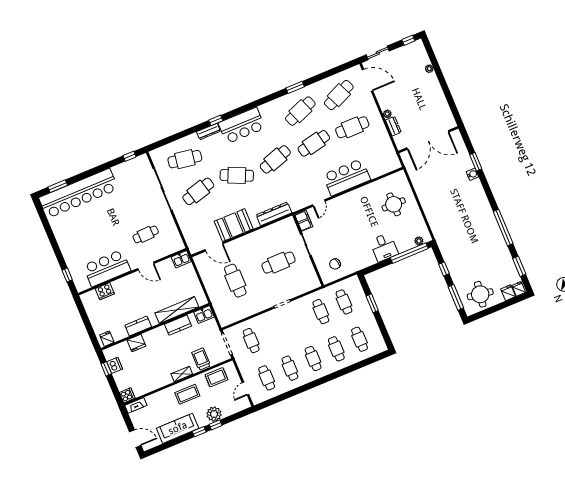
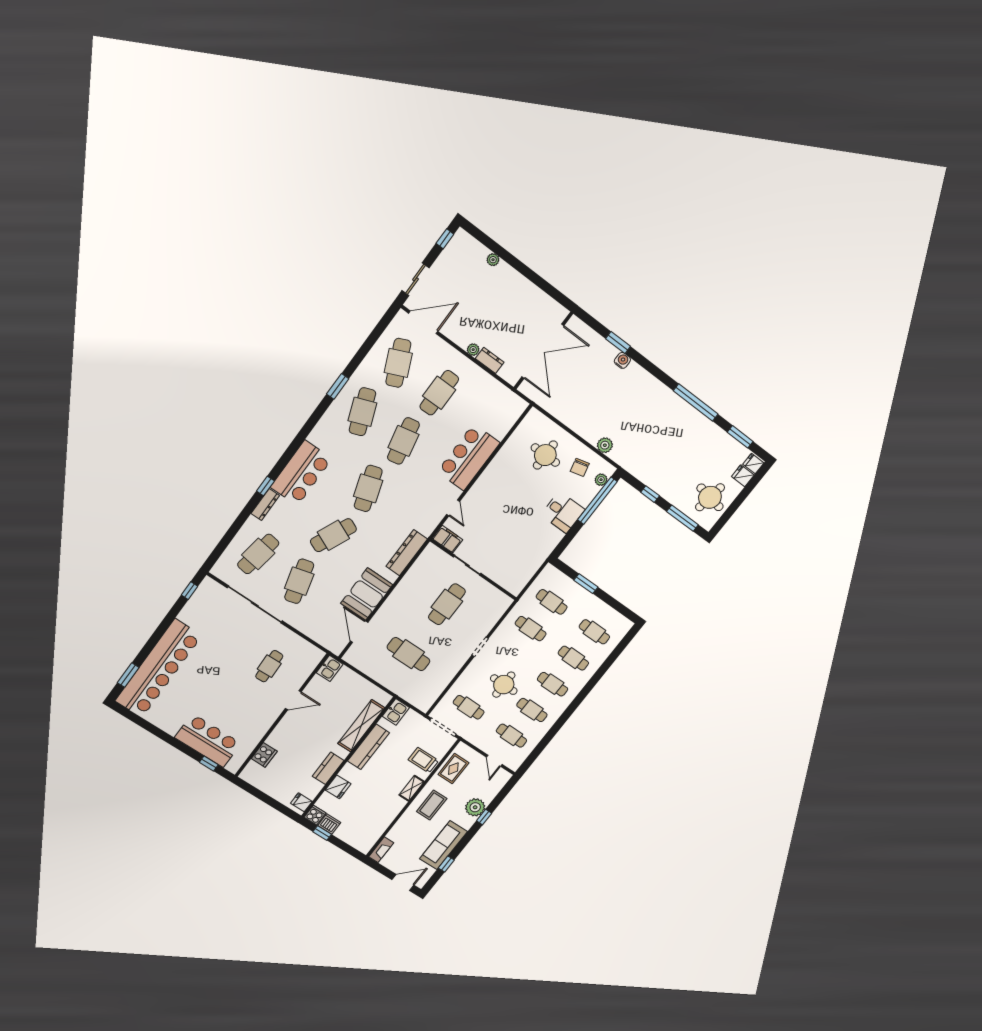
plant: (433, 220) -> (605, 445), added
door: (214, 247) -> (359, 632), swing flipped
chair: (335, 264) -> (580, 467), moved
bar counter: (107, 268) -> (208, 740), moved, turned 90
kitchen counter: (178, 325) -> (368, 747), width x1.50
round table: (282, 339) -> (504, 685), added
cooker: (127, 395) -> (315, 815), moved
window: (199, 432) -> (446, 864), moved

